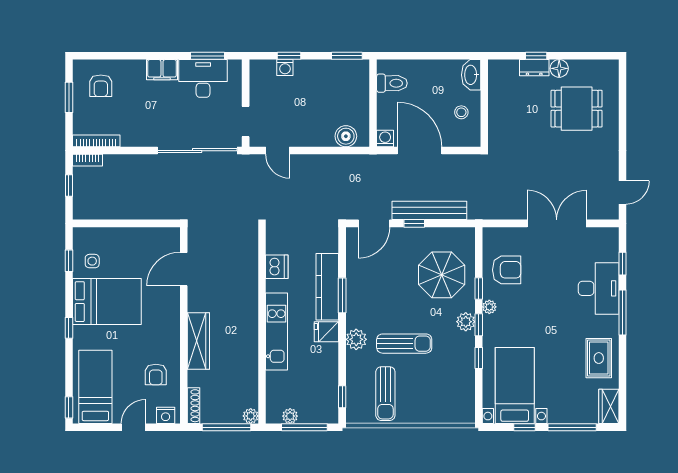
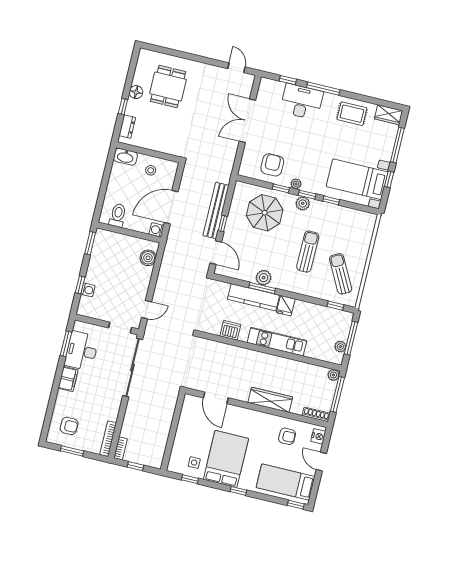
dresser: (534, 68) -> (127, 127), moved
plant: (356, 339) -> (264, 278), moved
sun lounger: (385, 394) -> (341, 274), turned -118

